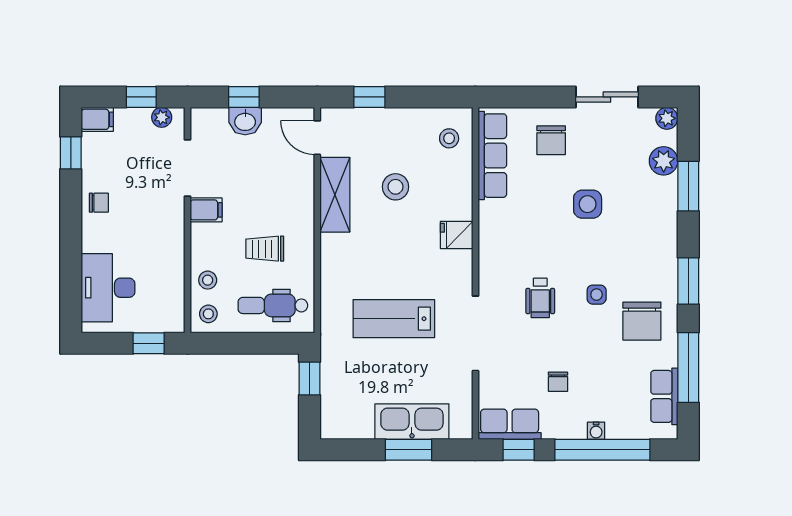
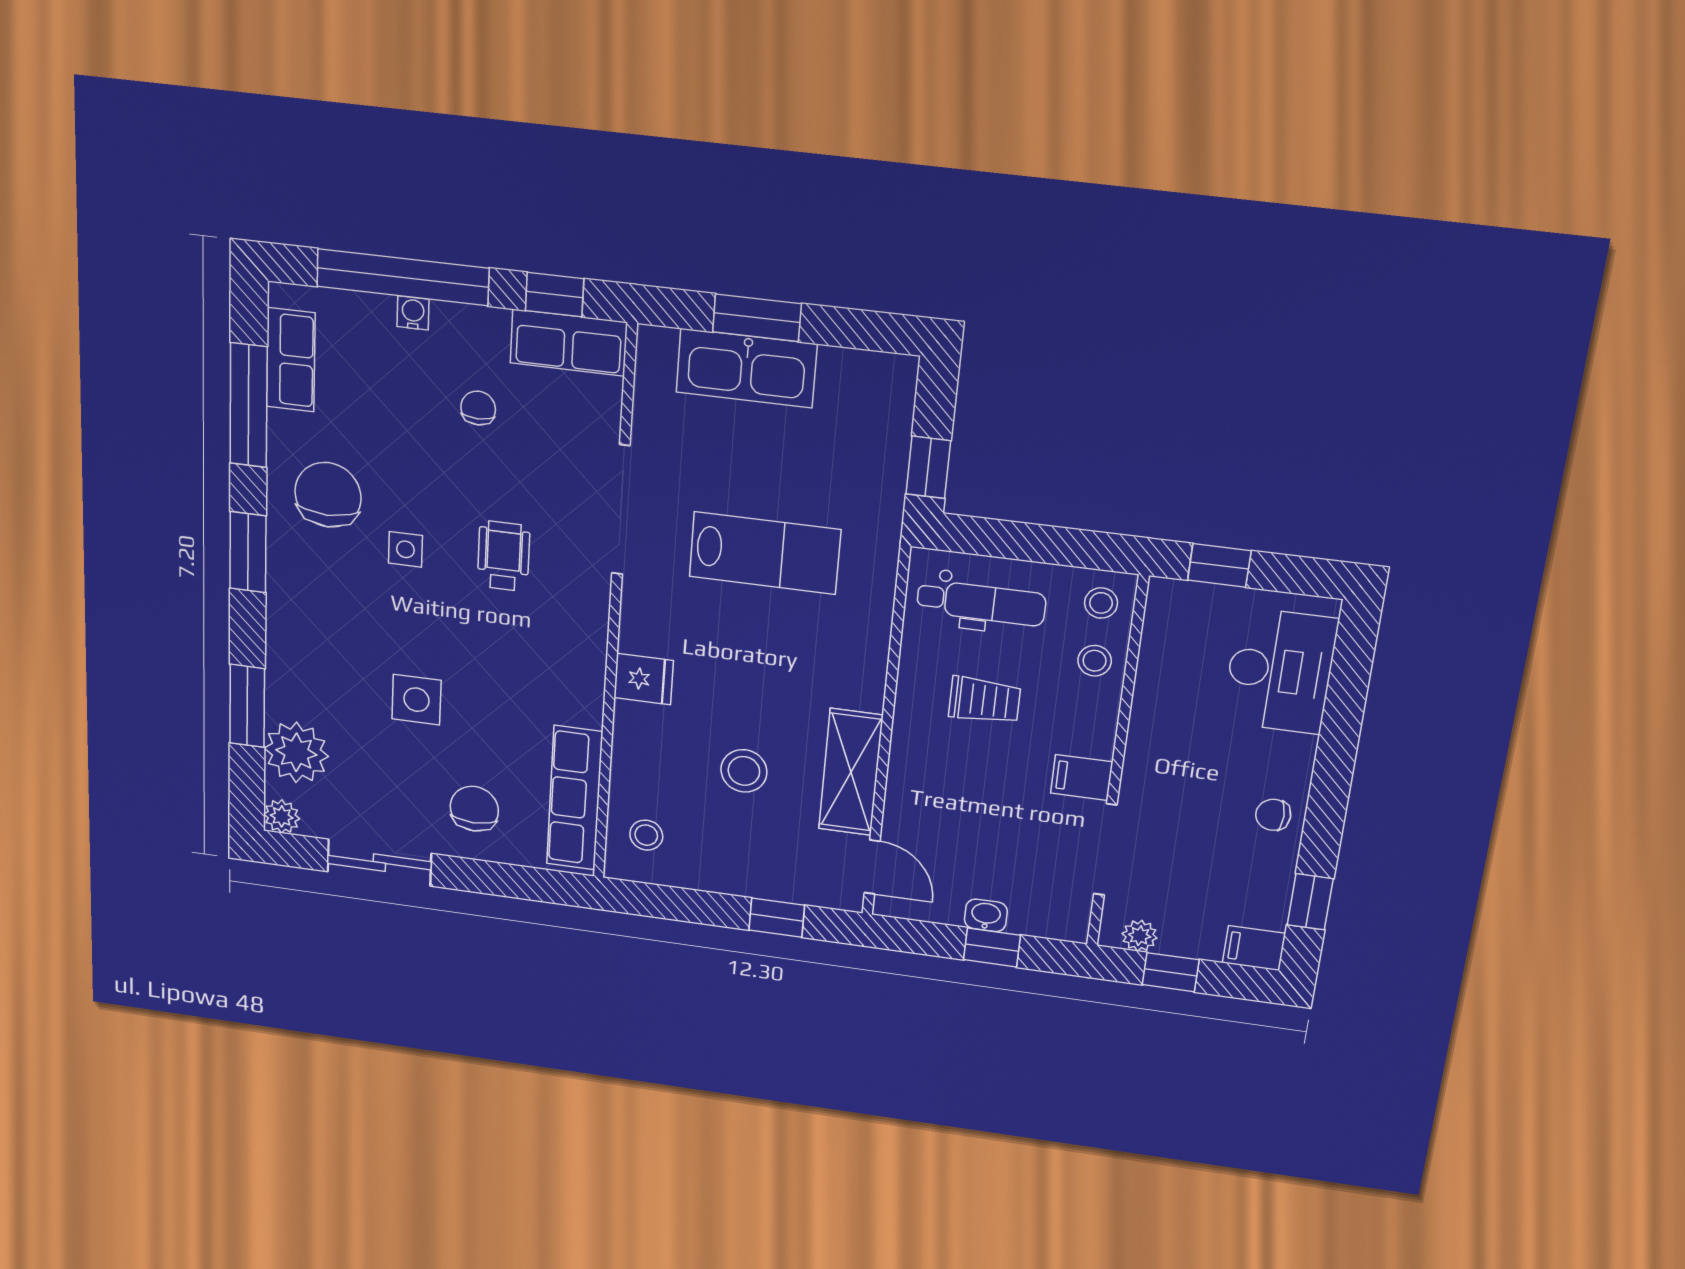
washbasin: (245, 121) -> (986, 915), width x0.72, depth x0.69
plant: (664, 161) -> (296, 752), width x1.36, depth x1.36

